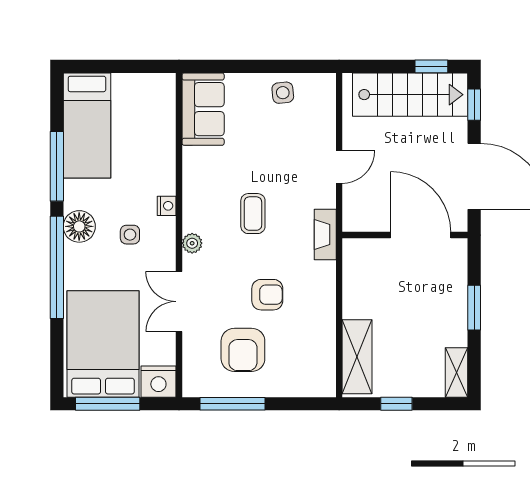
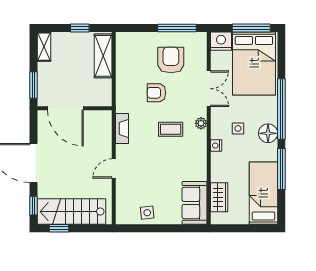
wardrobe: (162, 119) -> (219, 197), added
coffee table: (253, 214) -> (171, 129), moved, turned 90
wall: (405, 235) -> (75, 108), moved
door: (421, 235) -> (65, 108), moved

